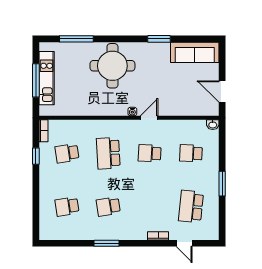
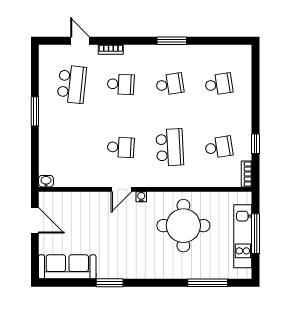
round table: (112, 66) -> (183, 226), moved
school desk: (191, 153) -> (121, 84), moved

